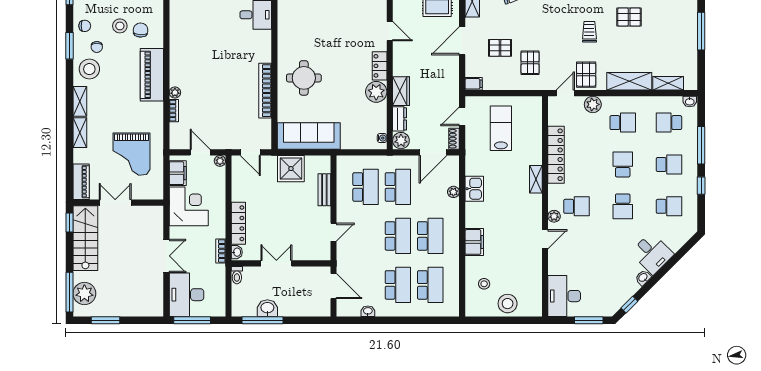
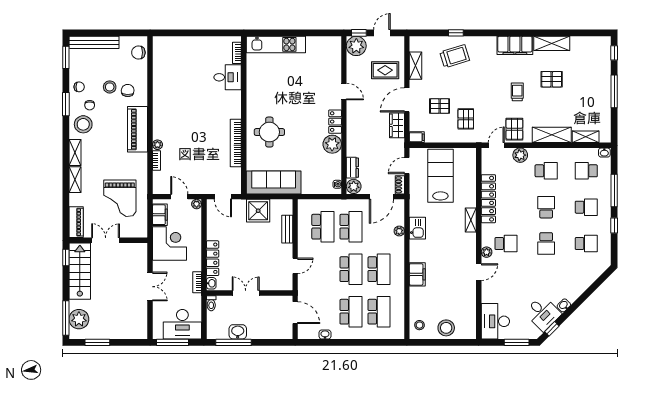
wardrobe: (401, 91) -> (397, 125), moved, turned 180
lab bench: (501, 128) -> (440, 176), width x1.36, depth x1.39
desk: (652, 253) -> (543, 313), moved
stool: (484, 284) -> (419, 325), moved
desk: (187, 295) -> (182, 324), moved, turned -90

